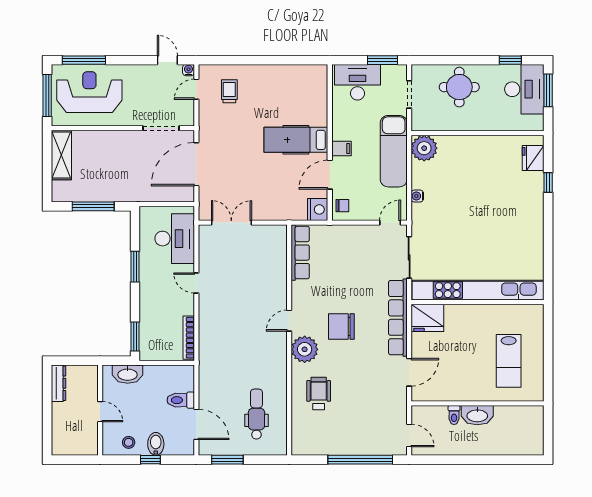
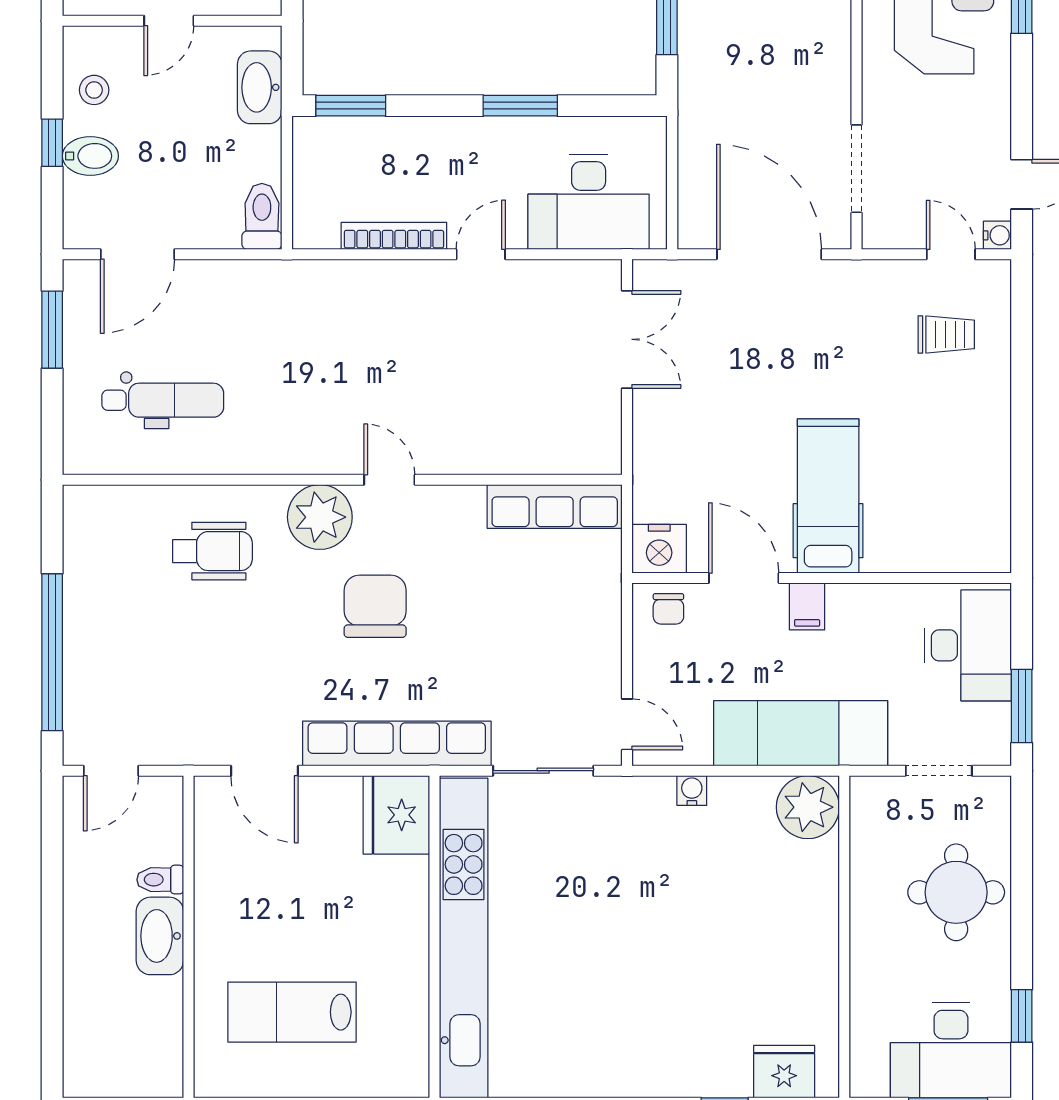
bookcase: (189, 338) -> (394, 236), moved
toilet: (181, 400) -> (262, 216), moved

